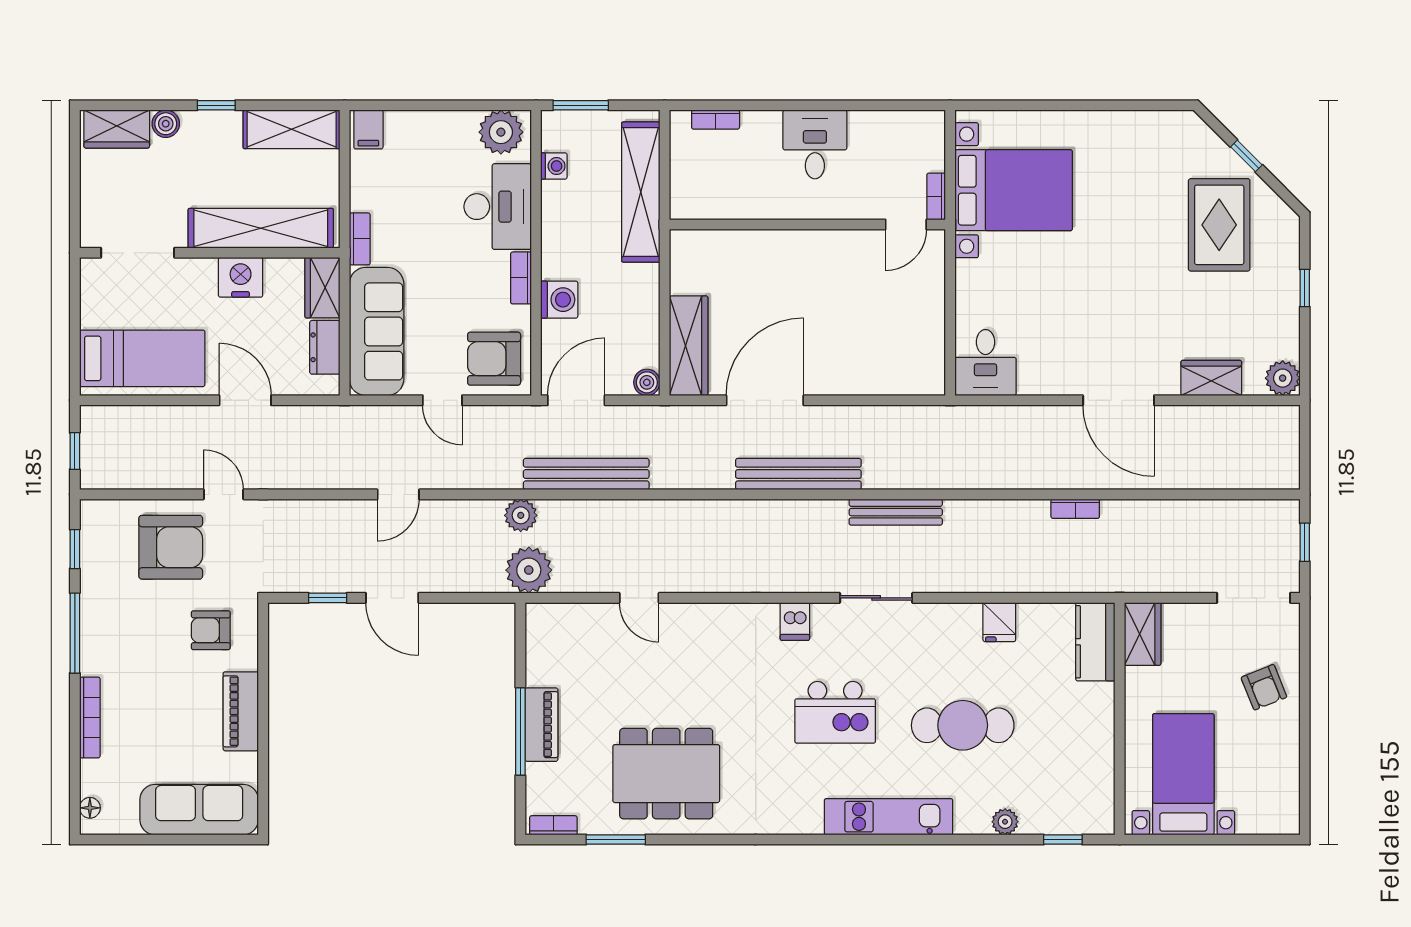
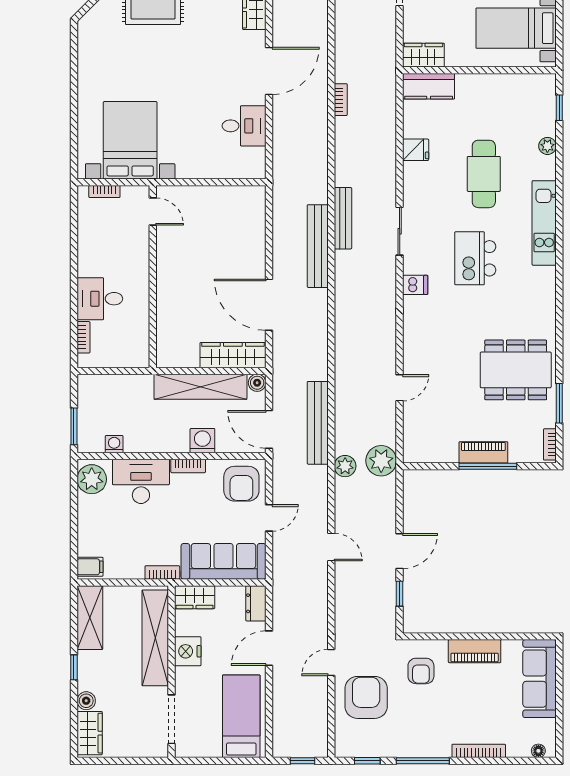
desk: (815, 144) -> (100, 299), moved
shelving: (641, 192) -> (200, 387), moved
bookcase: (936, 196) -> (104, 192), moved
dresser: (325, 347) -> (256, 603), moved, turned 90
desk: (985, 363) -> (244, 126), moved
bench: (798, 474) -> (318, 246), moved
kitchen island: (835, 712) -> (475, 258), turned 180
dining table: (666, 774) -> (516, 370), turned 90

